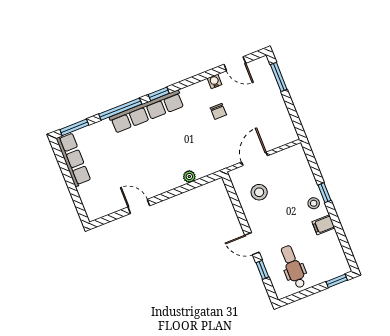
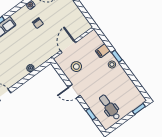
filing cabinet: (323, 225) -> (103, 51), moved
door: (252, 244) -> (74, 91), moved

